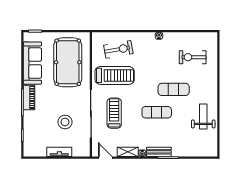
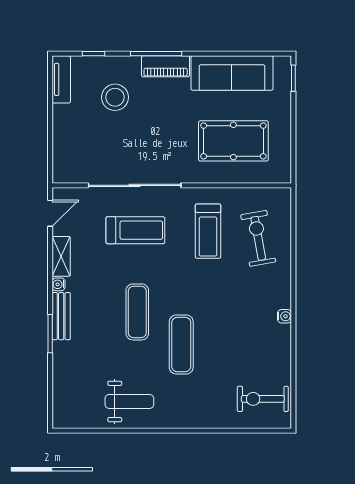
exercise bike: (118, 49) -> (258, 238), turned 180
exercise bike: (193, 57) -> (263, 399), moved, turned -90
pool table: (68, 62) -> (233, 141), width x0.73, depth x0.76
treadmill: (115, 75) -> (208, 231), width x0.73, depth x0.73
stool: (65, 122) -> (115, 97), moved
tv unit: (59, 152) -> (61, 79), moved

